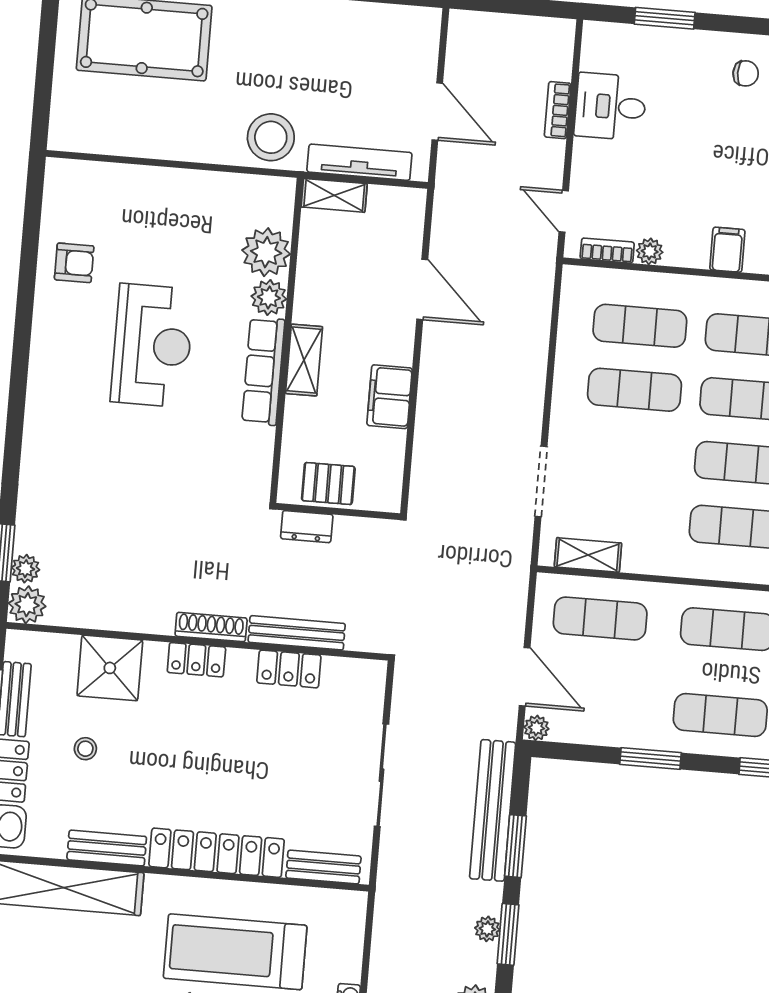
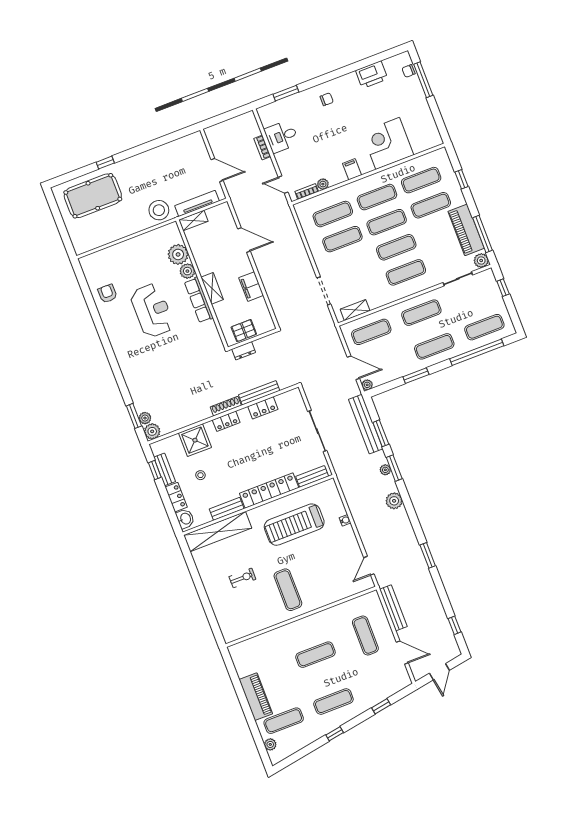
armchair: (74, 263) -> (107, 294), turned -90

